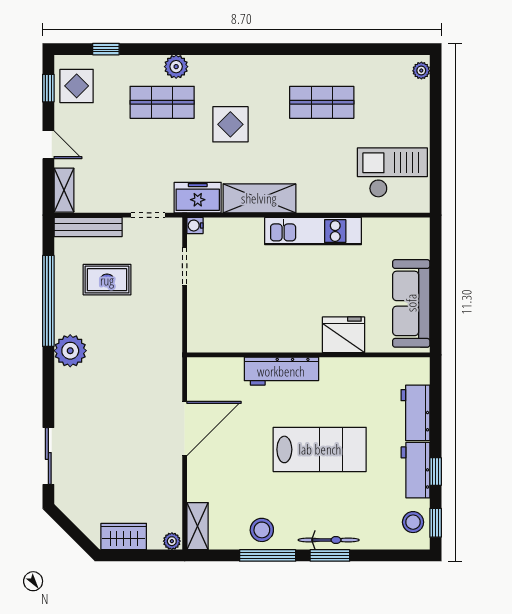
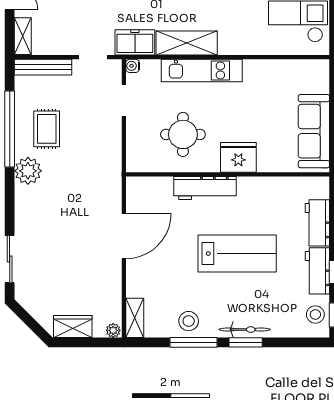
kitchen unit: (313, 231) -> (202, 70), moved
rug: (107, 280) -> (47, 129), moved, turned 90
round table: (255, 307) -> (183, 134), added
fridge: (343, 335) -> (238, 157), moved

